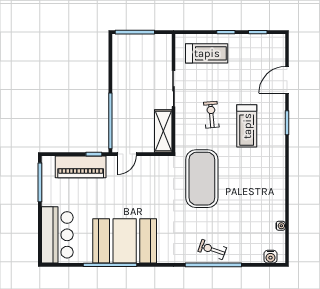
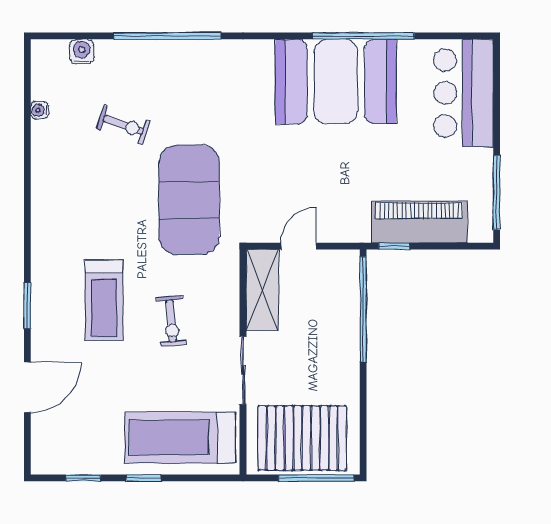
pallet: (142, 53) -> (302, 438), added
treadmill: (207, 53) -> (180, 437), width x1.37, depth x1.38
treadmill: (247, 126) -> (104, 300), turned 180
door: (127, 154) -> (299, 246), moved
exercise bike: (212, 249) -> (123, 125), moved
water cooler: (271, 257) -> (82, 52), moved

